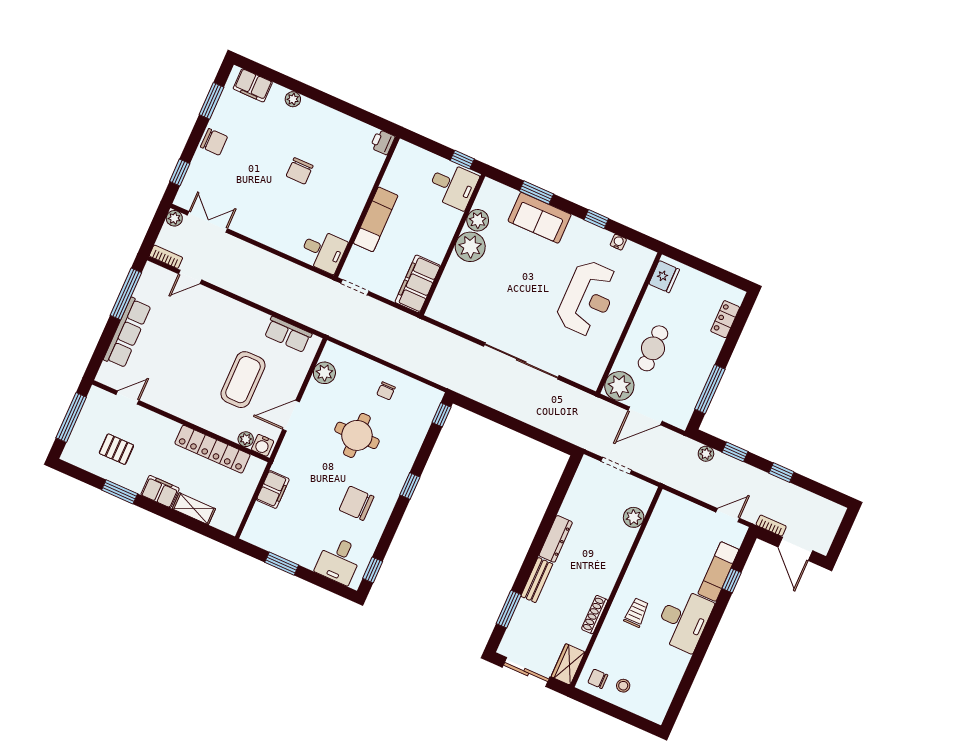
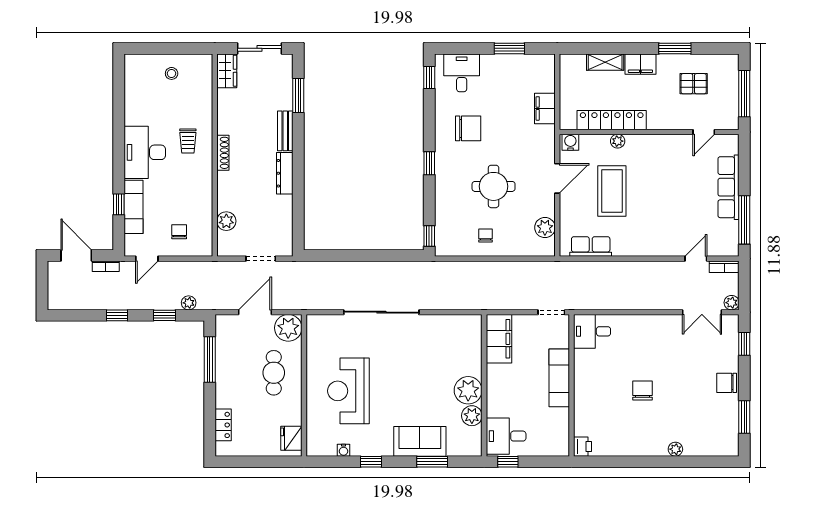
filing cabinet: (253, 85) -> (715, 446), removed
plant: (246, 439) -> (618, 141), moved
shoe rack: (595, 615) -> (223, 153), moved
chair: (598, 679) -> (179, 232), moved, turned -90

